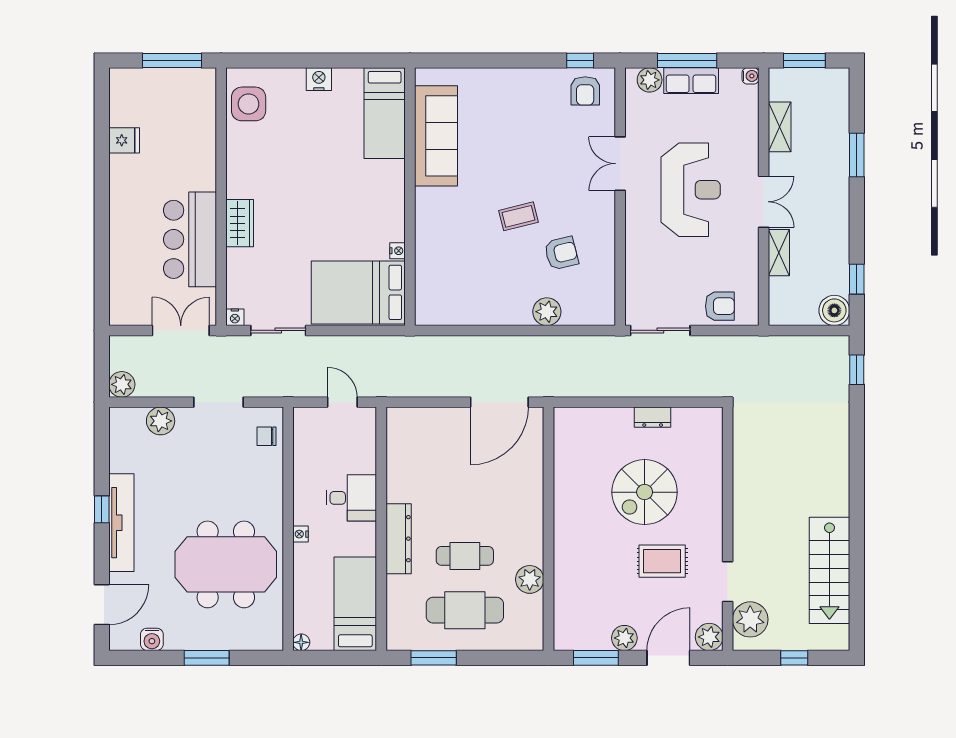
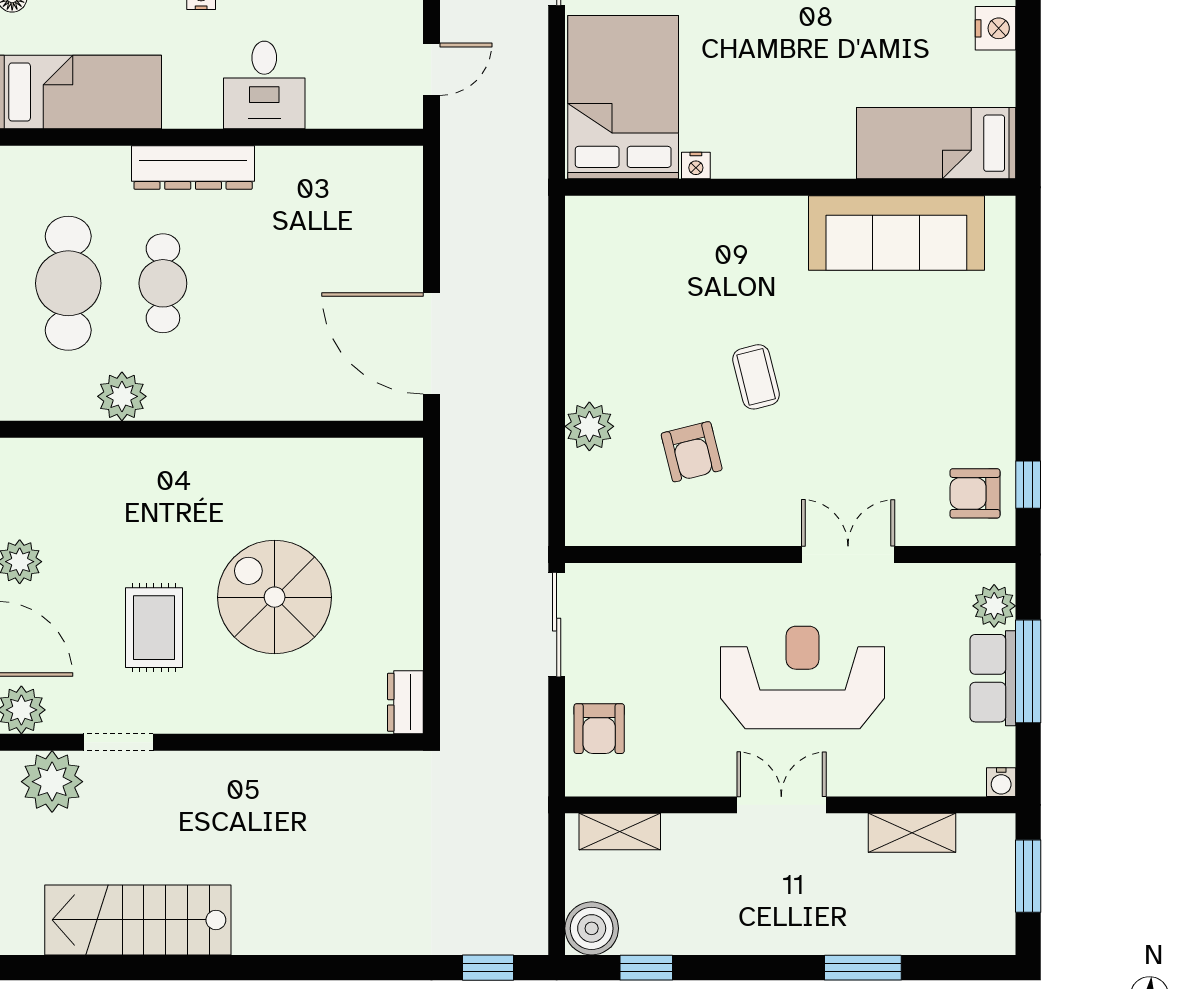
reception desk: (691, 190) -> (802, 677), turned 180
double door: (764, 202) -> (781, 805), swing flipped
shelving: (779, 253) -> (620, 831), moved
dresser: (653, 417) -> (405, 702), moved

